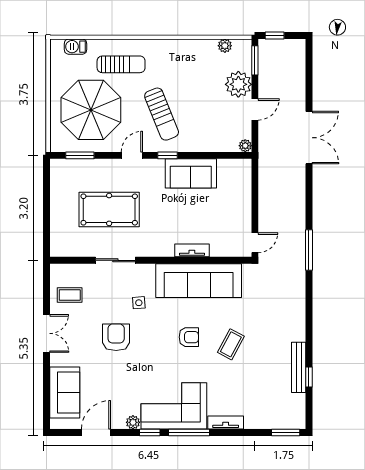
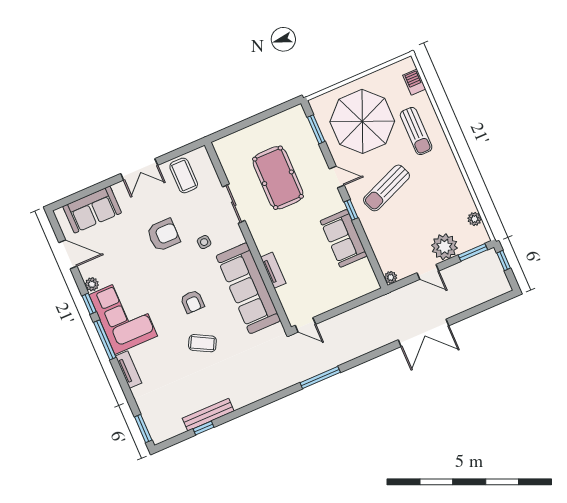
coffee table: (70, 295) -> (184, 175), width x1.36, depth x1.30

